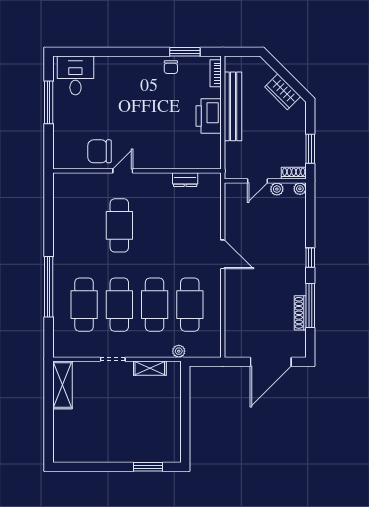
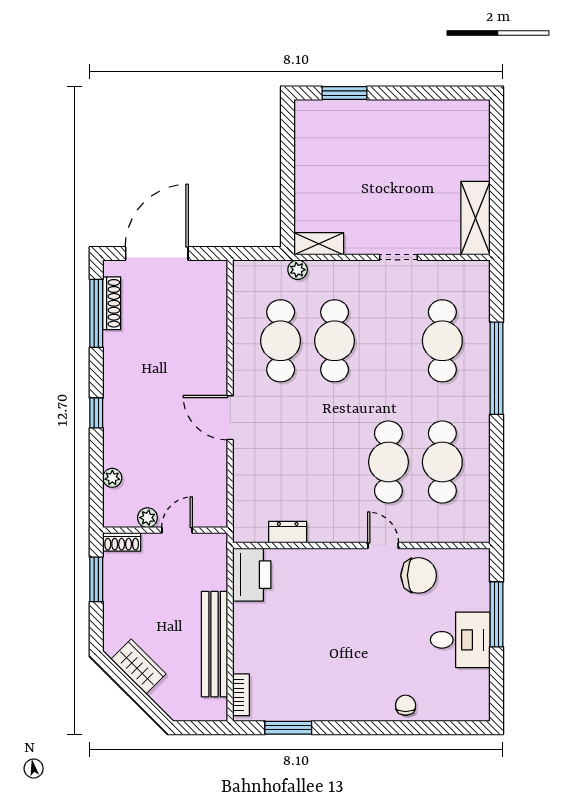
chair: (171, 67) -> (406, 705), moved
desk: (75, 75) -> (460, 640), moved, turned -90
window: (49, 102) -> (497, 614), moved
printer: (209, 116) -> (252, 575), moved
door: (123, 171) -> (383, 545), swing flipped
plant: (300, 189) -> (112, 478), moved
cafe table: (119, 305) -> (442, 462), moved
window: (310, 305) -> (96, 313), moved
shoe rack: (300, 313) -> (112, 303), moved
shelving: (150, 368) -> (319, 244), moved

